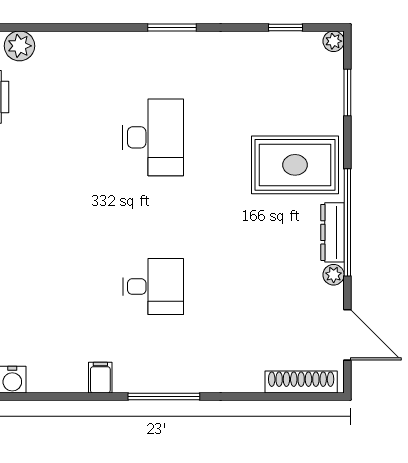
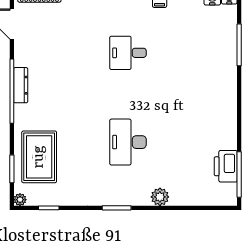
plant: (19, 46) -> (160, 197), moved
rug: (295, 165) -> (39, 157), moved, turned 90
plant: (334, 275) -> (20, 60), removed

